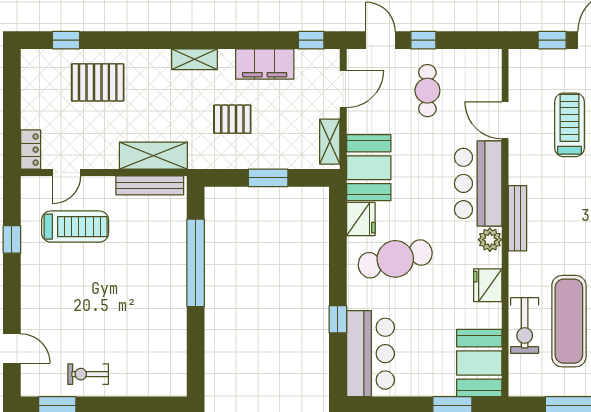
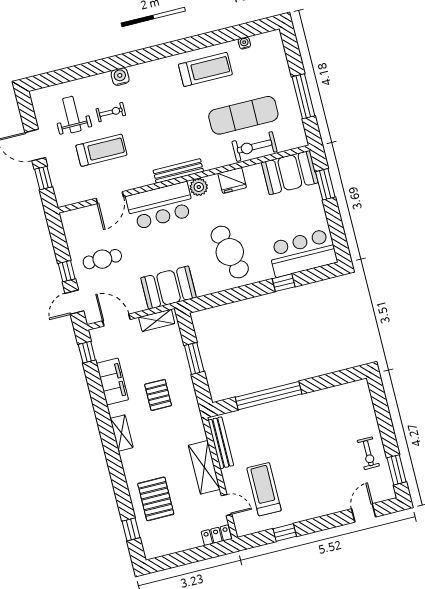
treadmill: (569, 125) -> (101, 150), turned 180
shelving: (153, 156) -> (204, 467), moved
fridge: (361, 219) -> (207, 284), removed
exercise bike: (525, 325) -> (255, 147), turned 180

